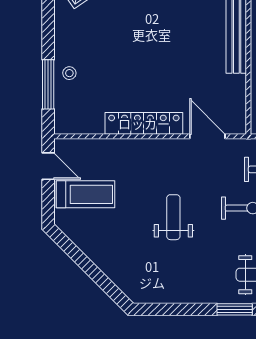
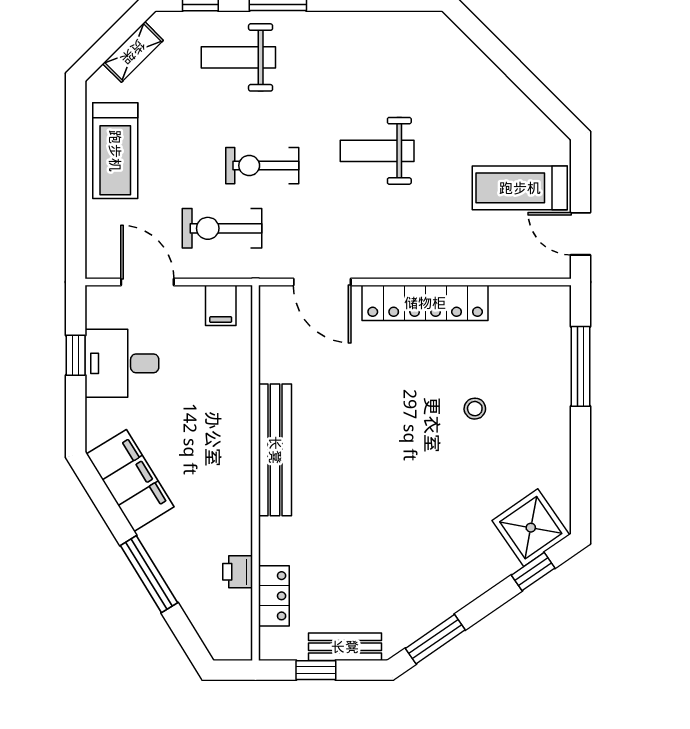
stool: (69, 73) -> (475, 409), moved
weight bench: (173, 217) -> (377, 151), turned 90

